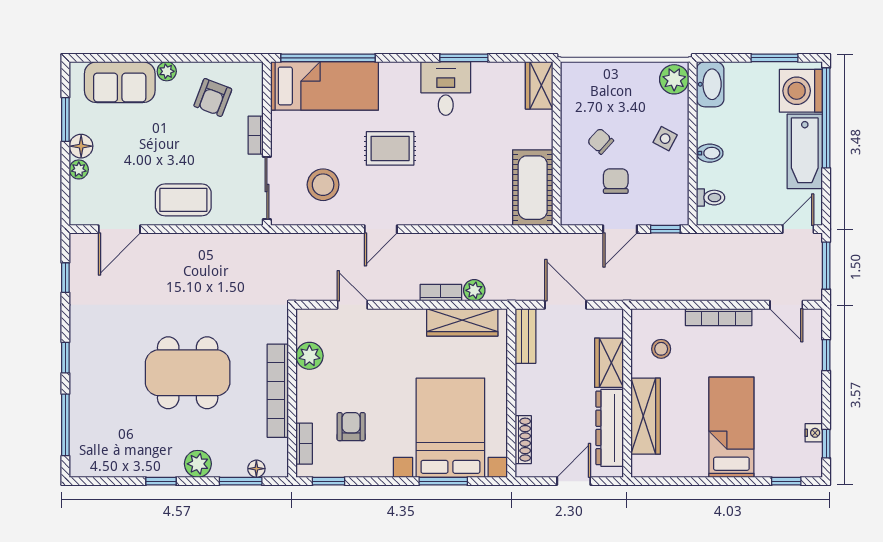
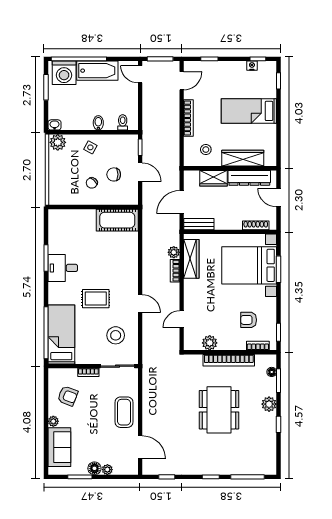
washbasin: (710, 84) -> (55, 125), width x0.52, depth x0.69
wardrobe: (539, 85) -> (61, 217), removed
rug: (390, 148) -> (96, 299), turned 90

